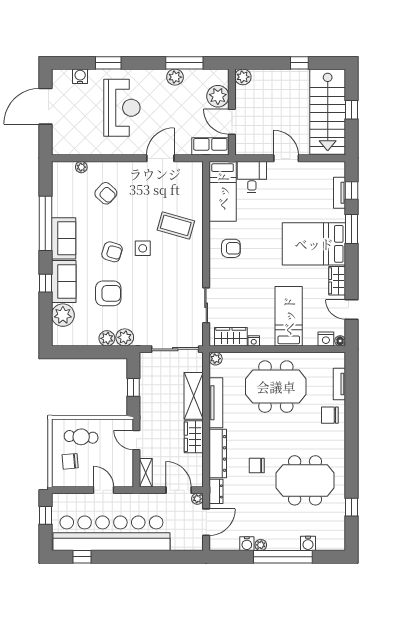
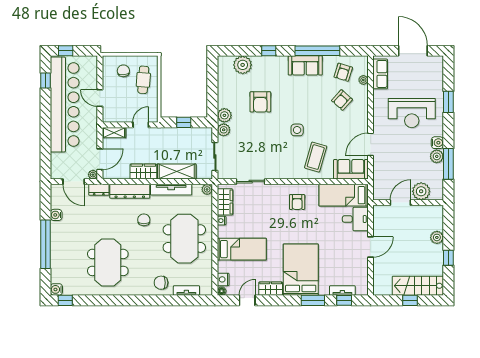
water cooler: (80, 76) -> (437, 143), moved
plant: (243, 77) -> (437, 237), moved
stairs: (328, 112) -> (418, 286), width x0.73, depth x0.66
row of seats: (210, 146) -> (380, 74), moved
door: (160, 158) -> (371, 144), swing flipped
armchair: (112, 252) -> (343, 72), moved
sofa: (64, 281) -> (351, 169), moved, turned 180
plant: (107, 338) -> (224, 130), moved
sliding door: (175, 349) -> (215, 157), width x0.73
chair: (330, 415) -> (161, 283), turned -90
chair: (257, 465) -> (144, 220), moved
door: (104, 490) -> (100, 98), swing flipped
window: (351, 507) -> (65, 300), moved
window: (45, 515) -> (66, 51), moved
water cooler: (308, 543) -> (56, 289), moved
plant: (261, 545) -> (55, 226), removed

